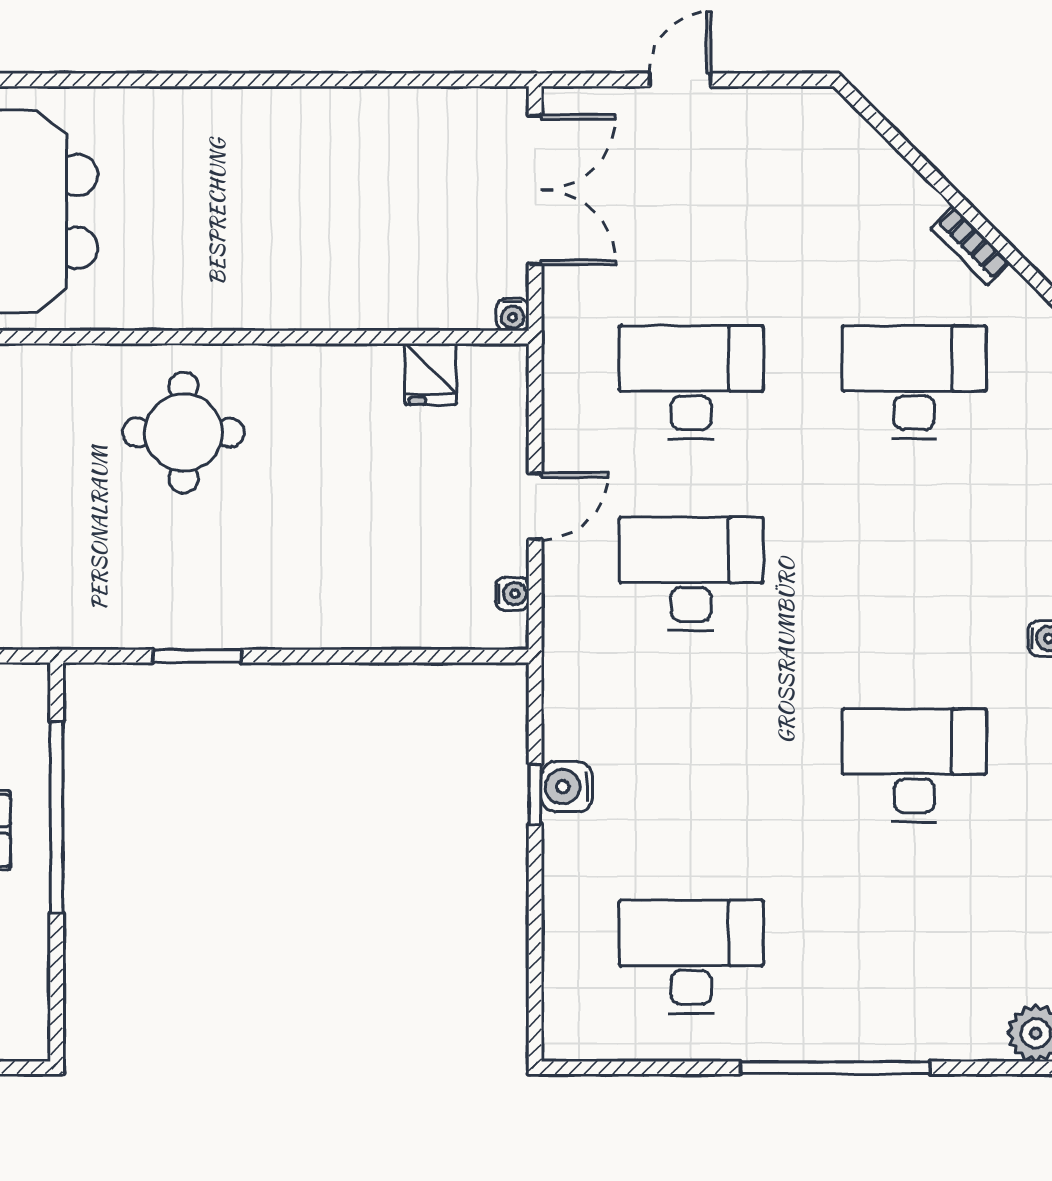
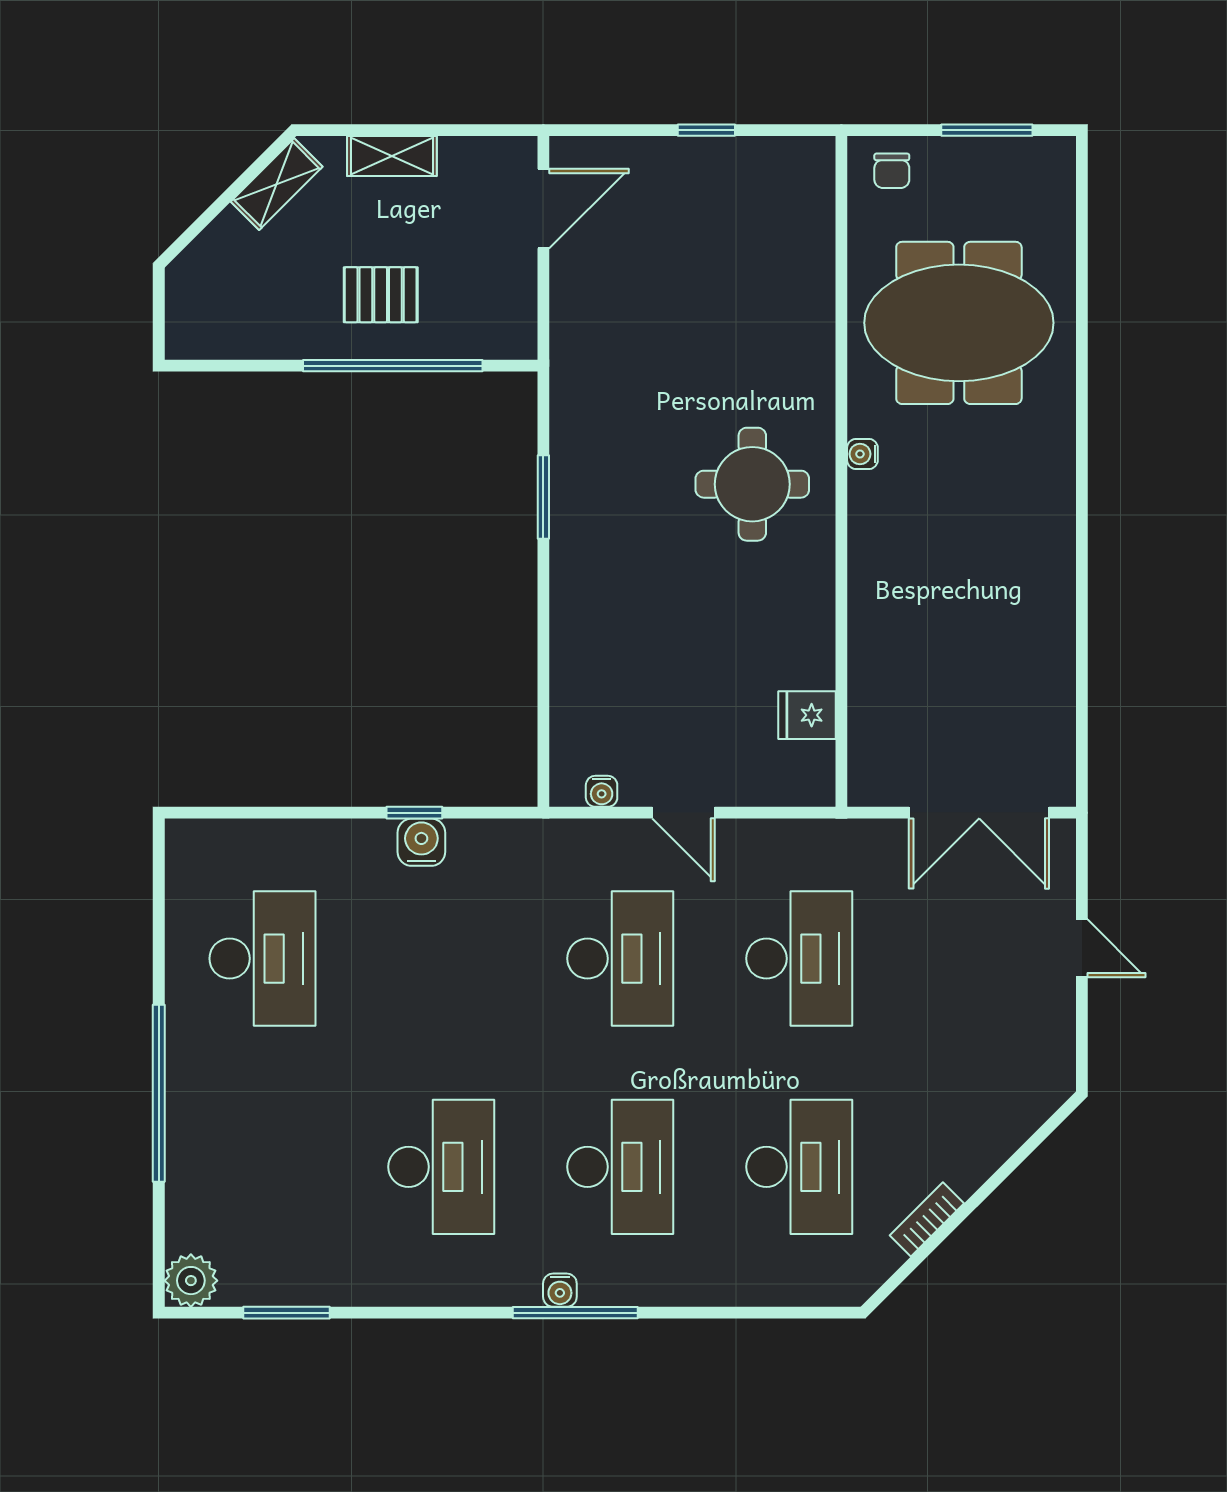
water cooler: (513, 315) -> (862, 454), moved
desk: (914, 574) -> (620, 1167), added

